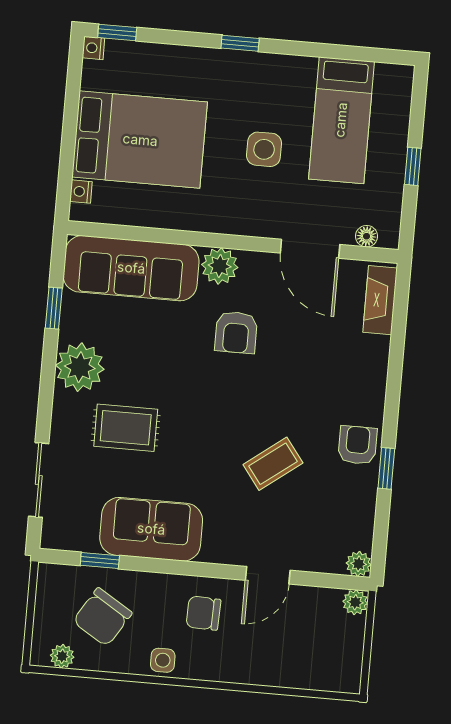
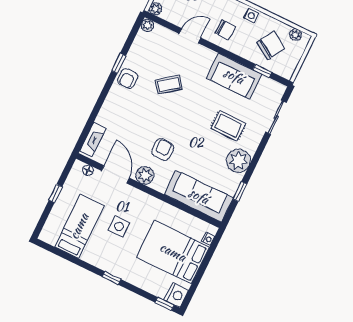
nightstand: (93, 48) -> (176, 295), width x1.89, depth x1.79
plant: (220, 266) -> (145, 175), moved

